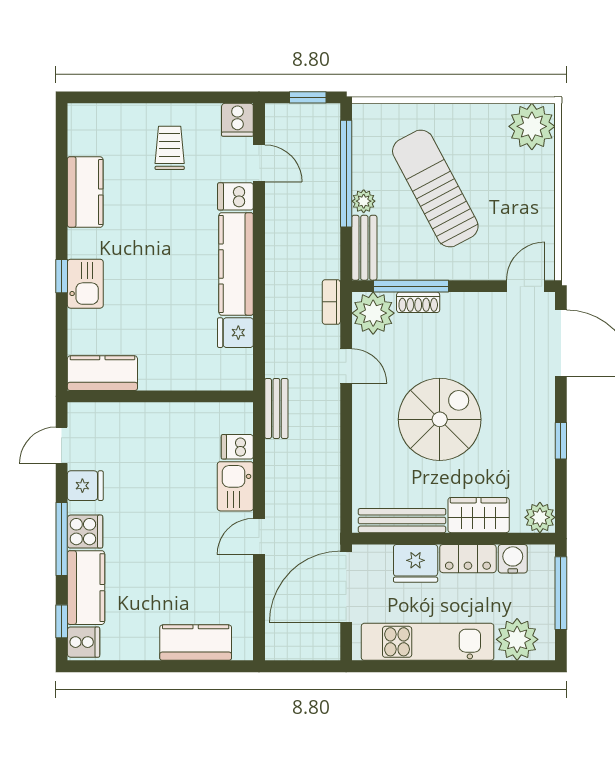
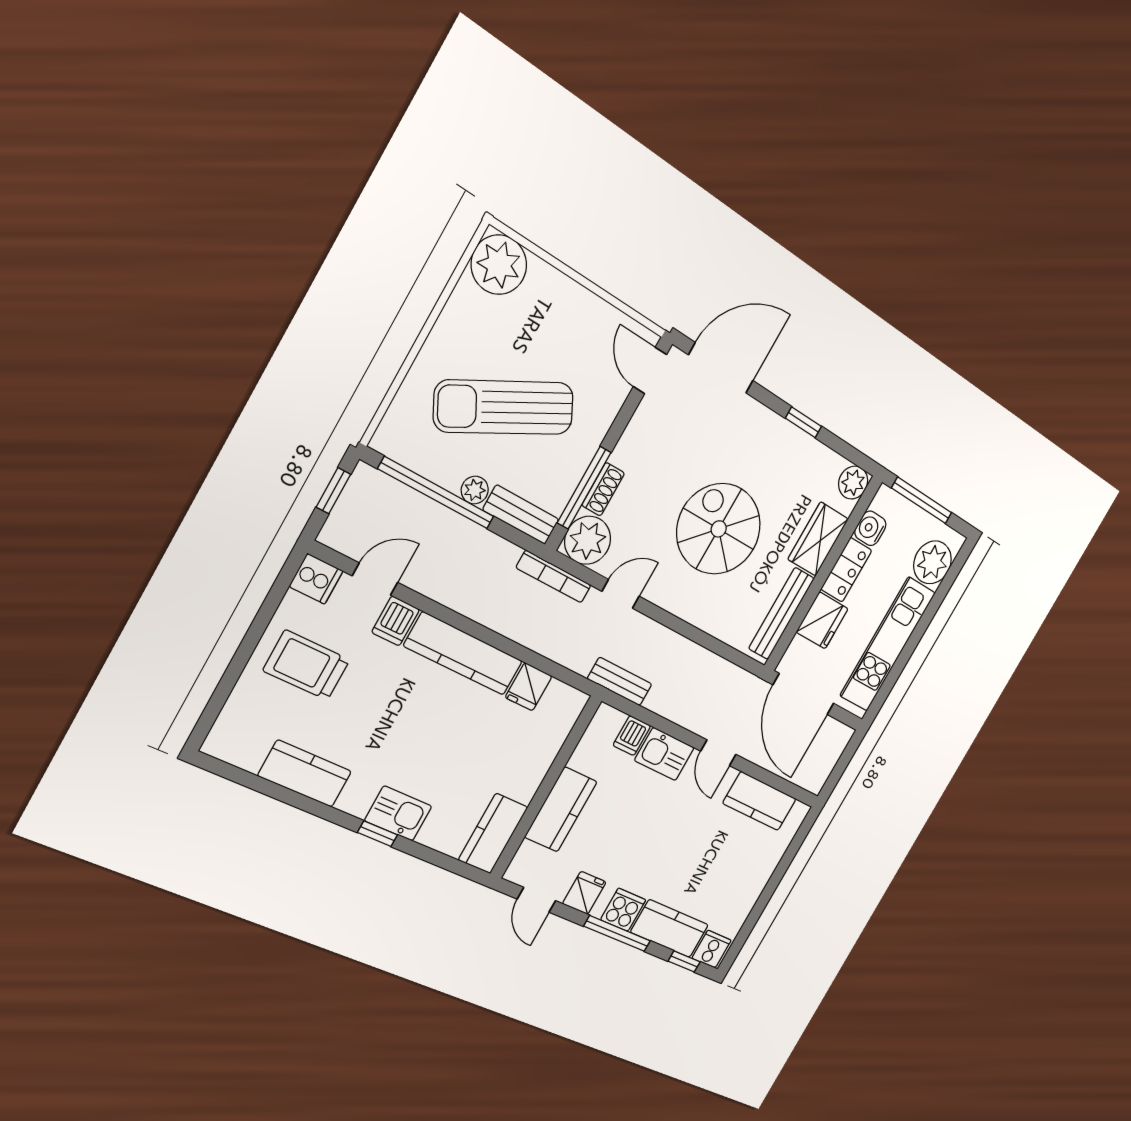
trolley: (170, 148) -> (306, 665), width x1.36, depth x1.39
bookcase: (331, 302) -> (554, 577), width x1.56
kitchen counter: (148, 421) -> (561, 809), added
kitchen counter: (196, 643) -> (760, 801), moved, turned -90

